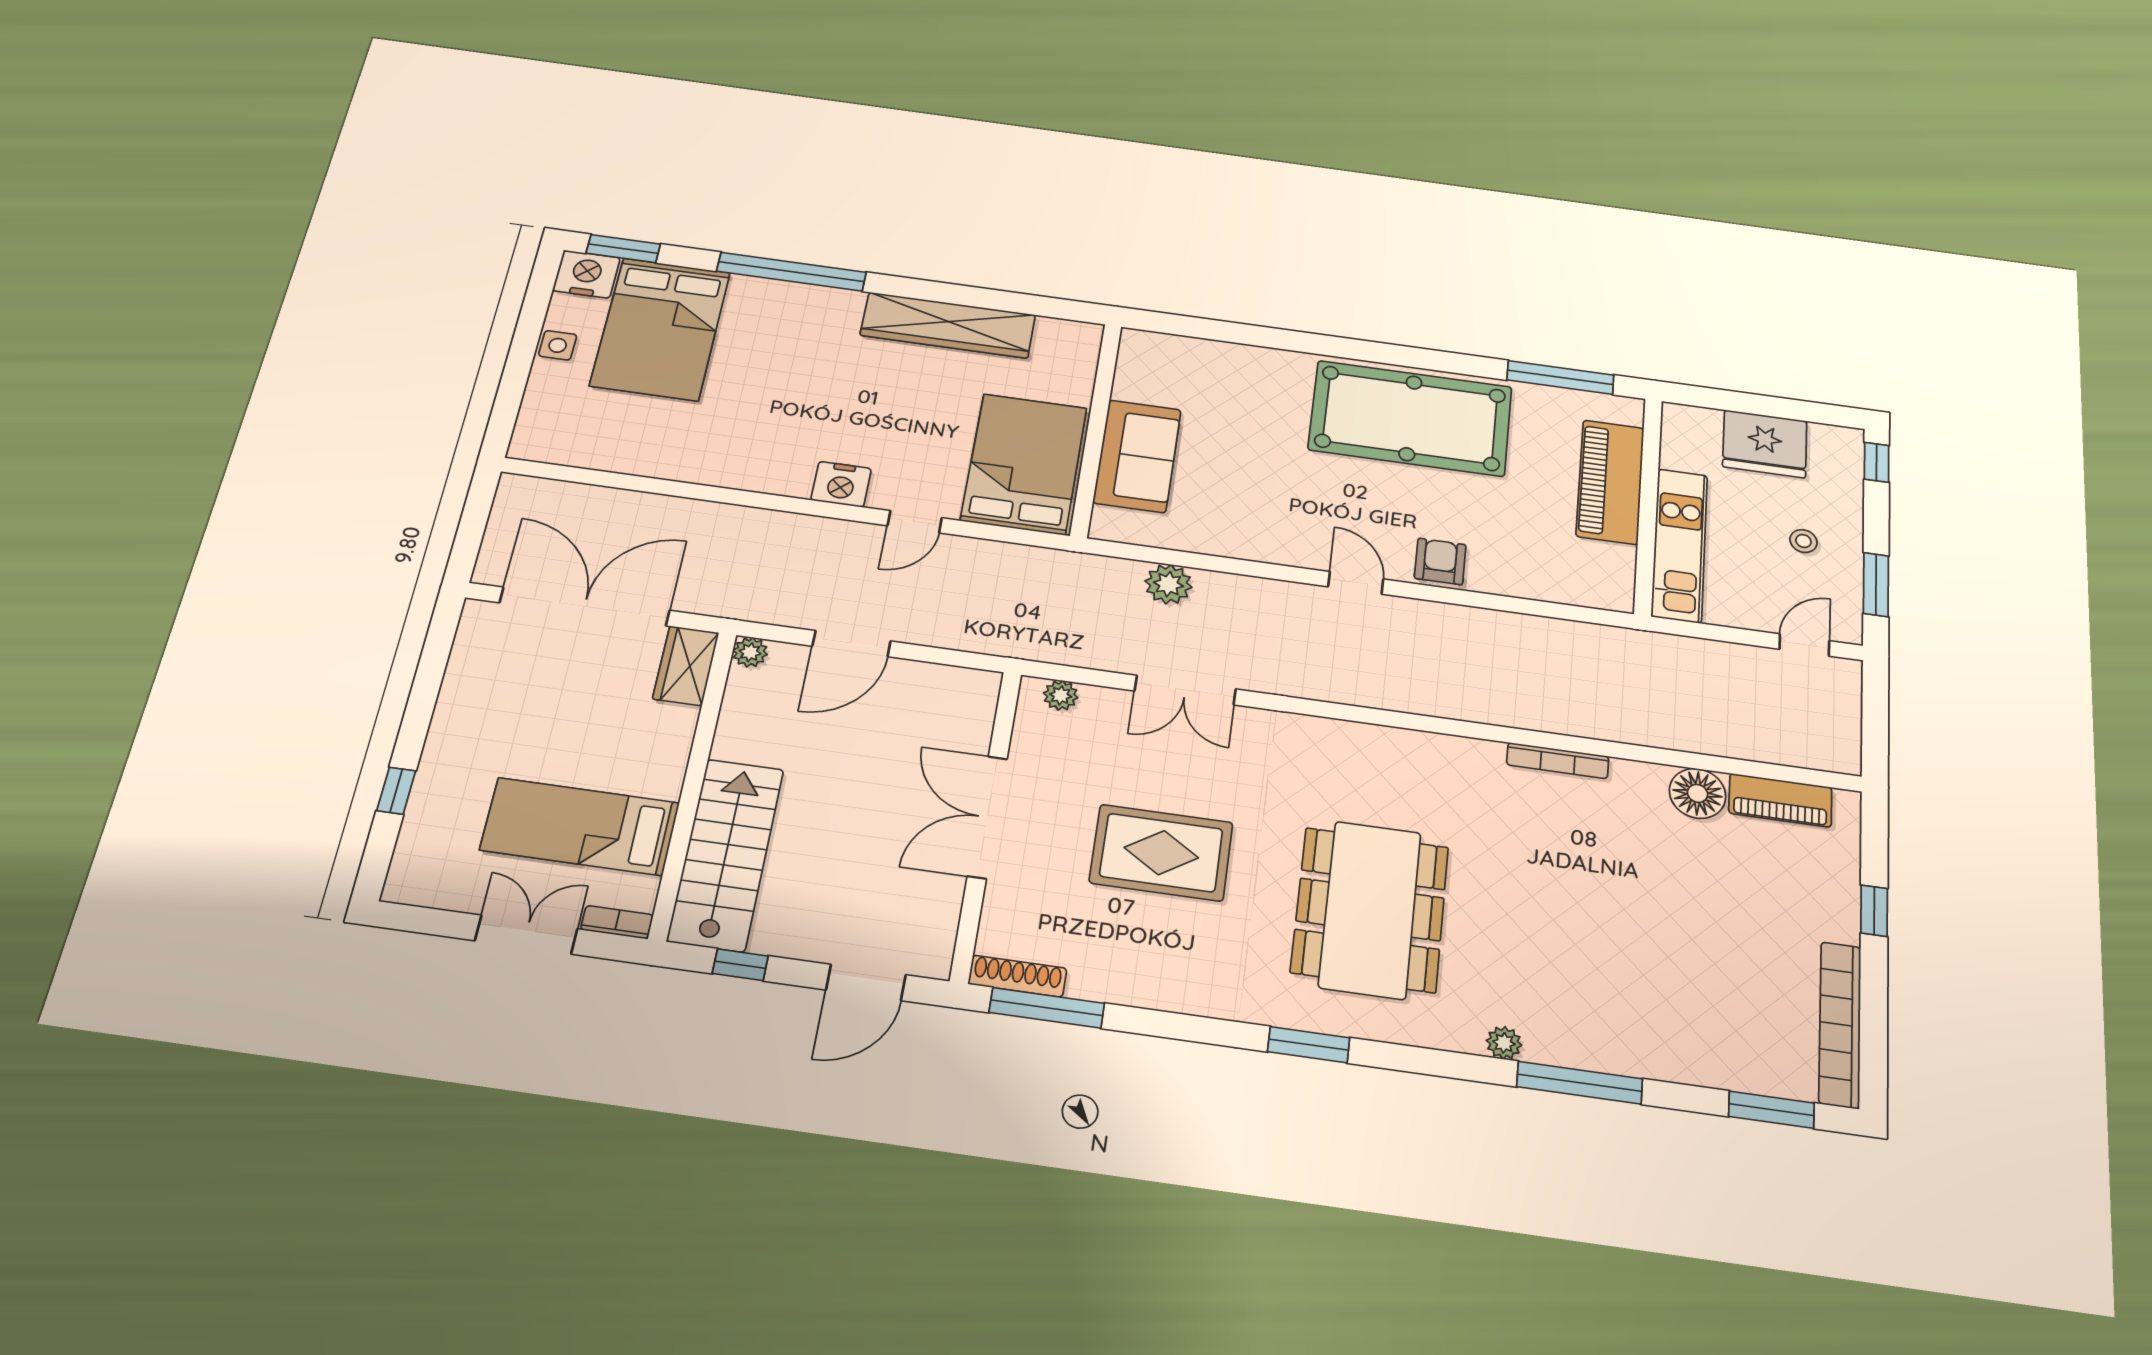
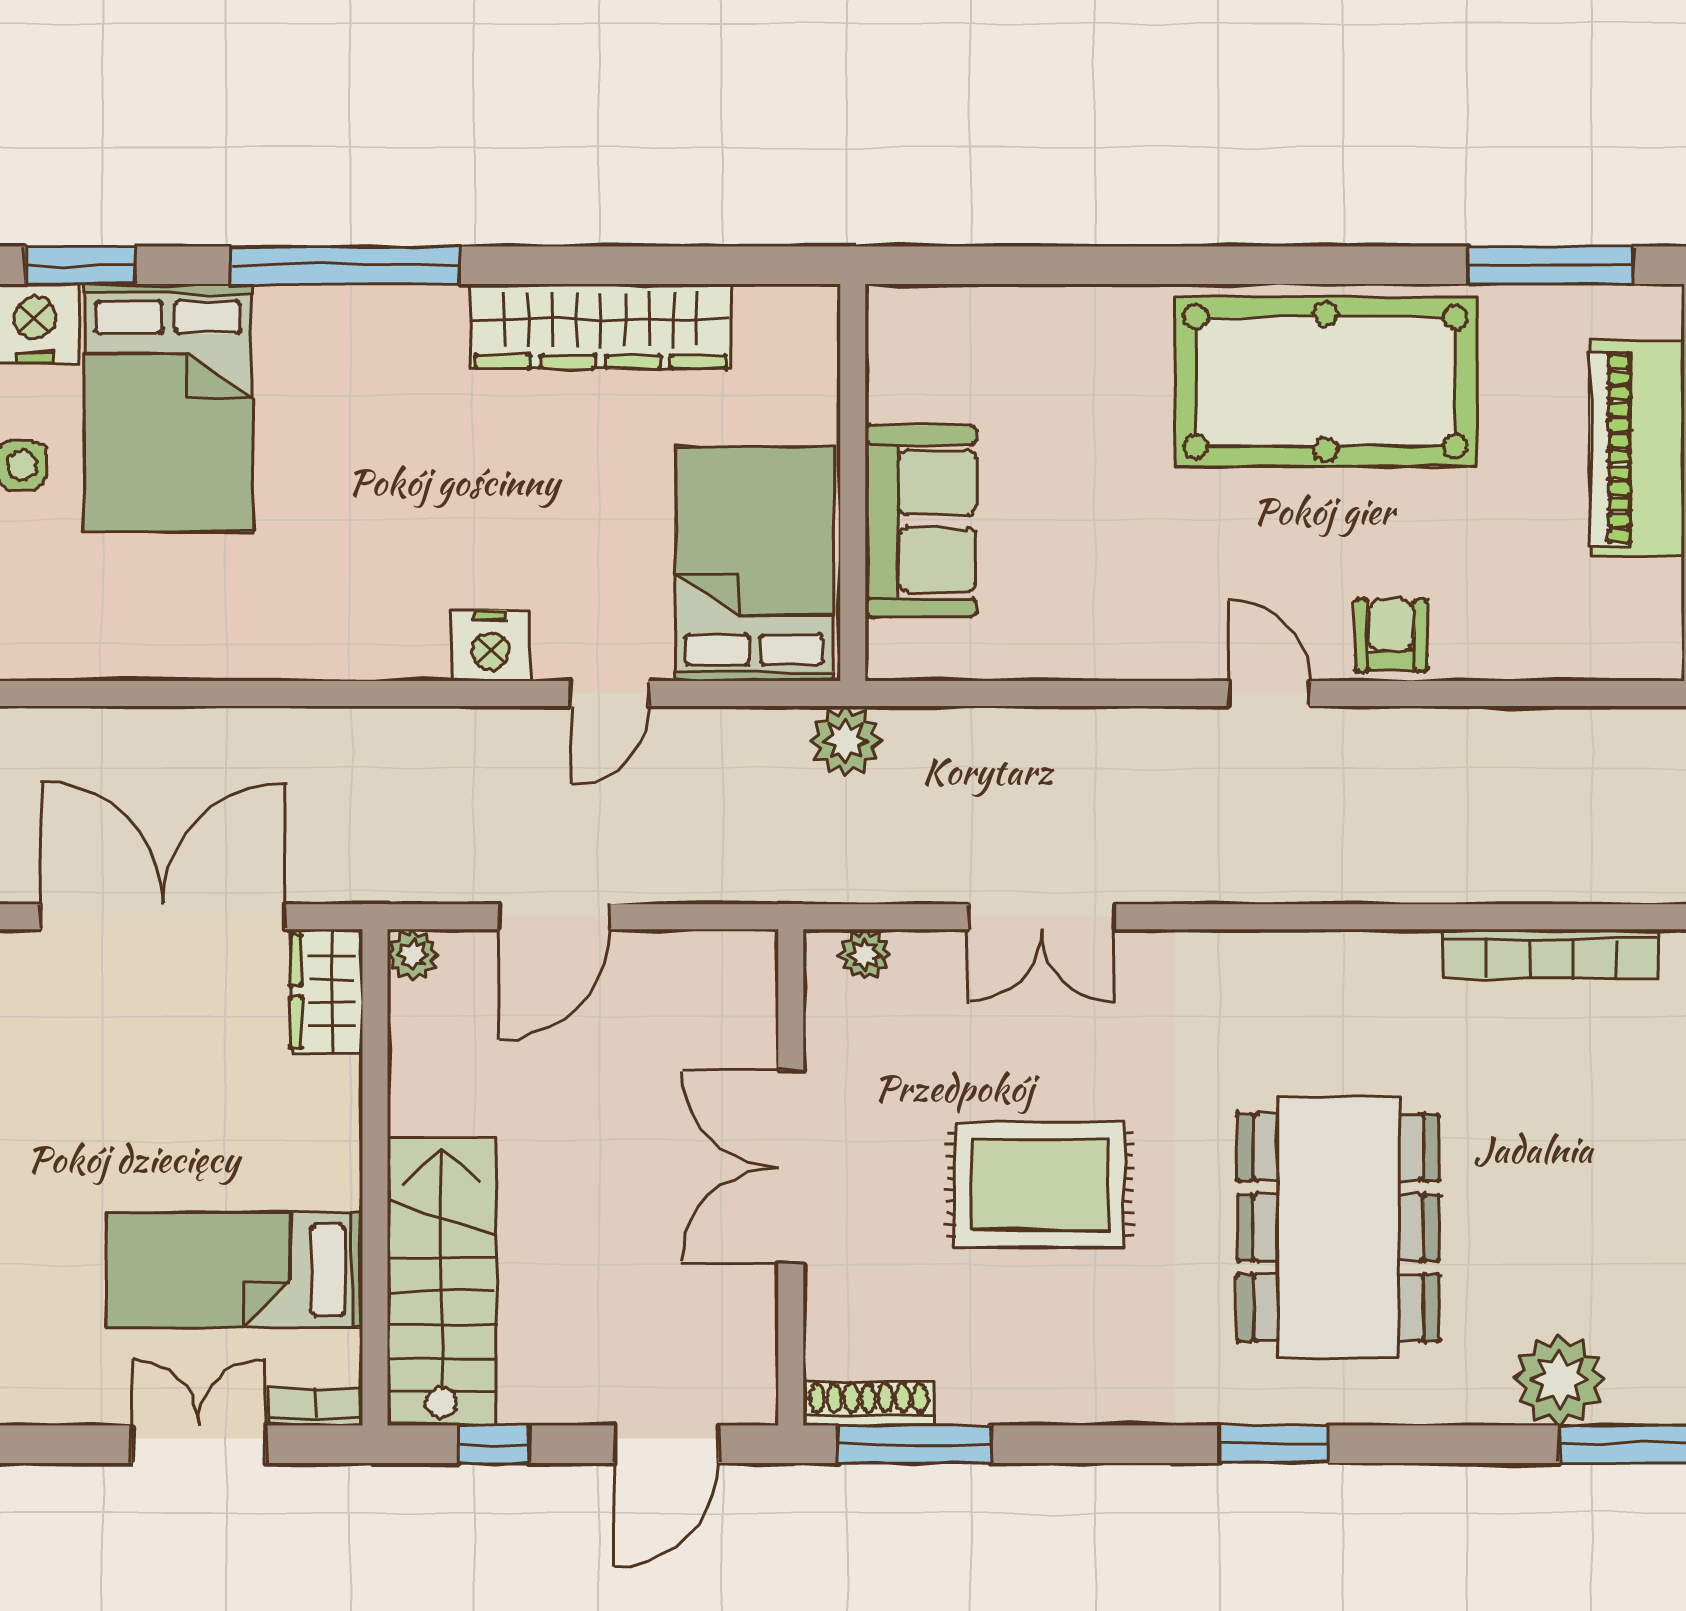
plant: (1168, 584) -> (846, 741), moved
bookcase: (1558, 761) -> (1550, 954), width x1.48, depth x1.31
plant: (1504, 1043) -> (1559, 1380), width x1.88, depth x1.88

